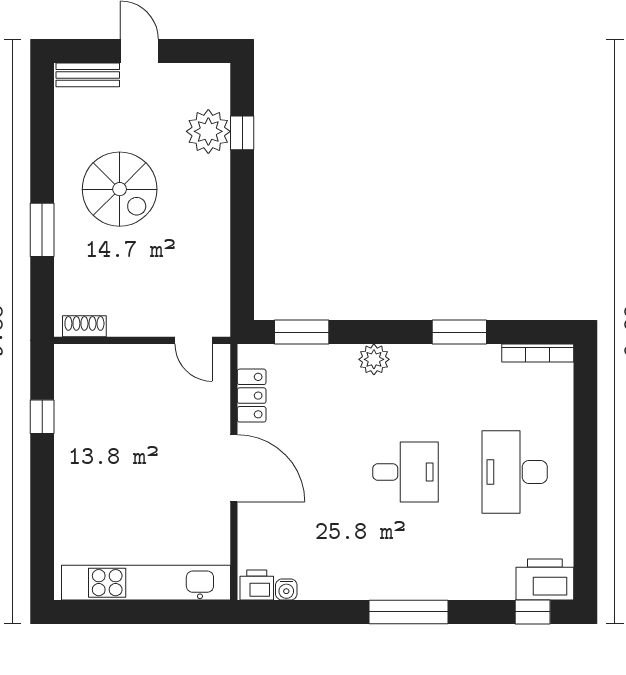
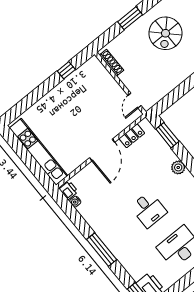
shoe rack: (84, 326) -> (112, 63), width x1.43

